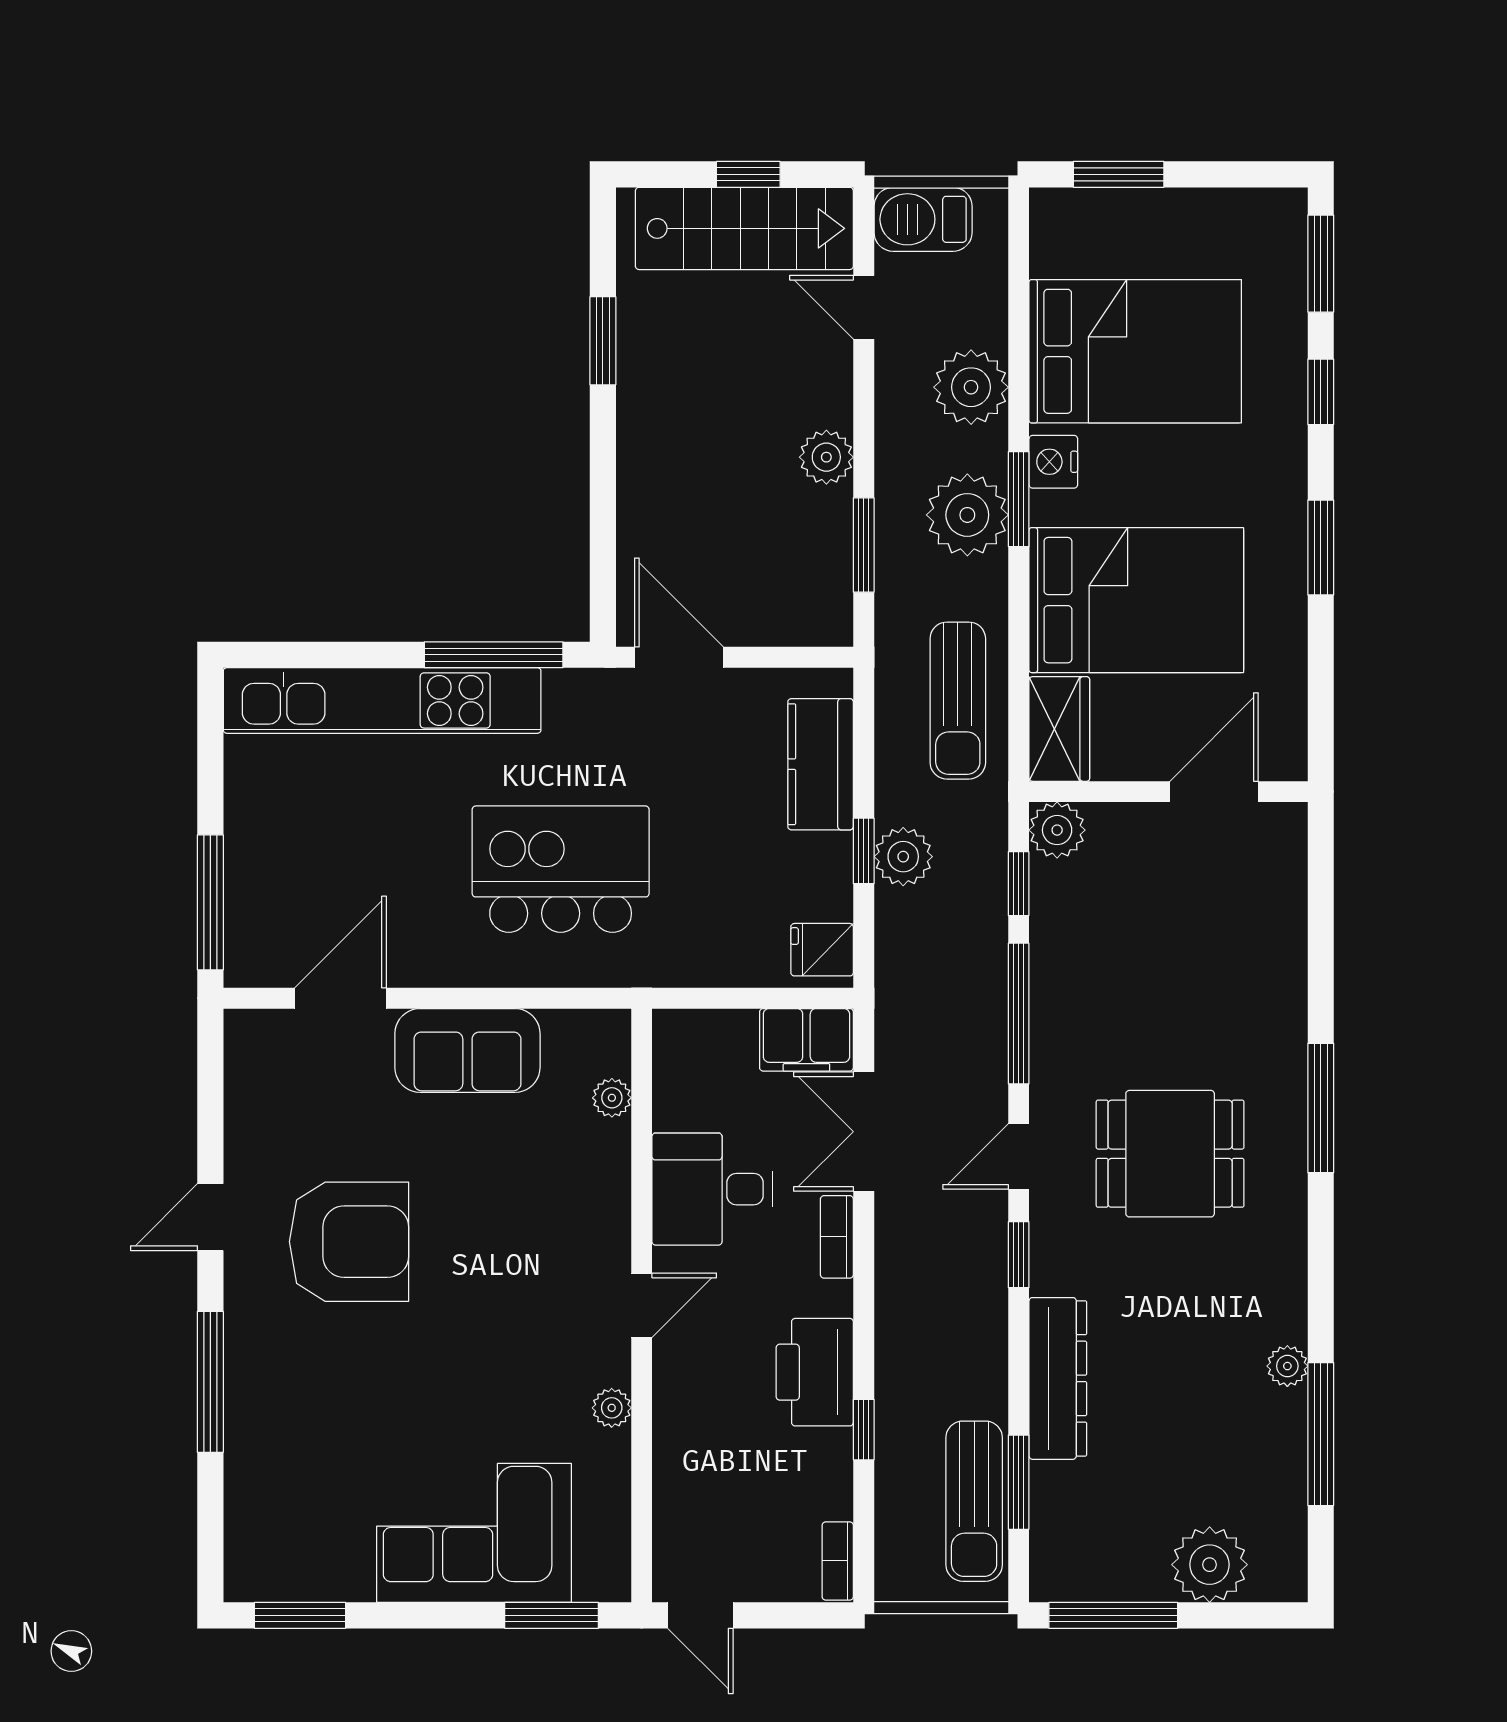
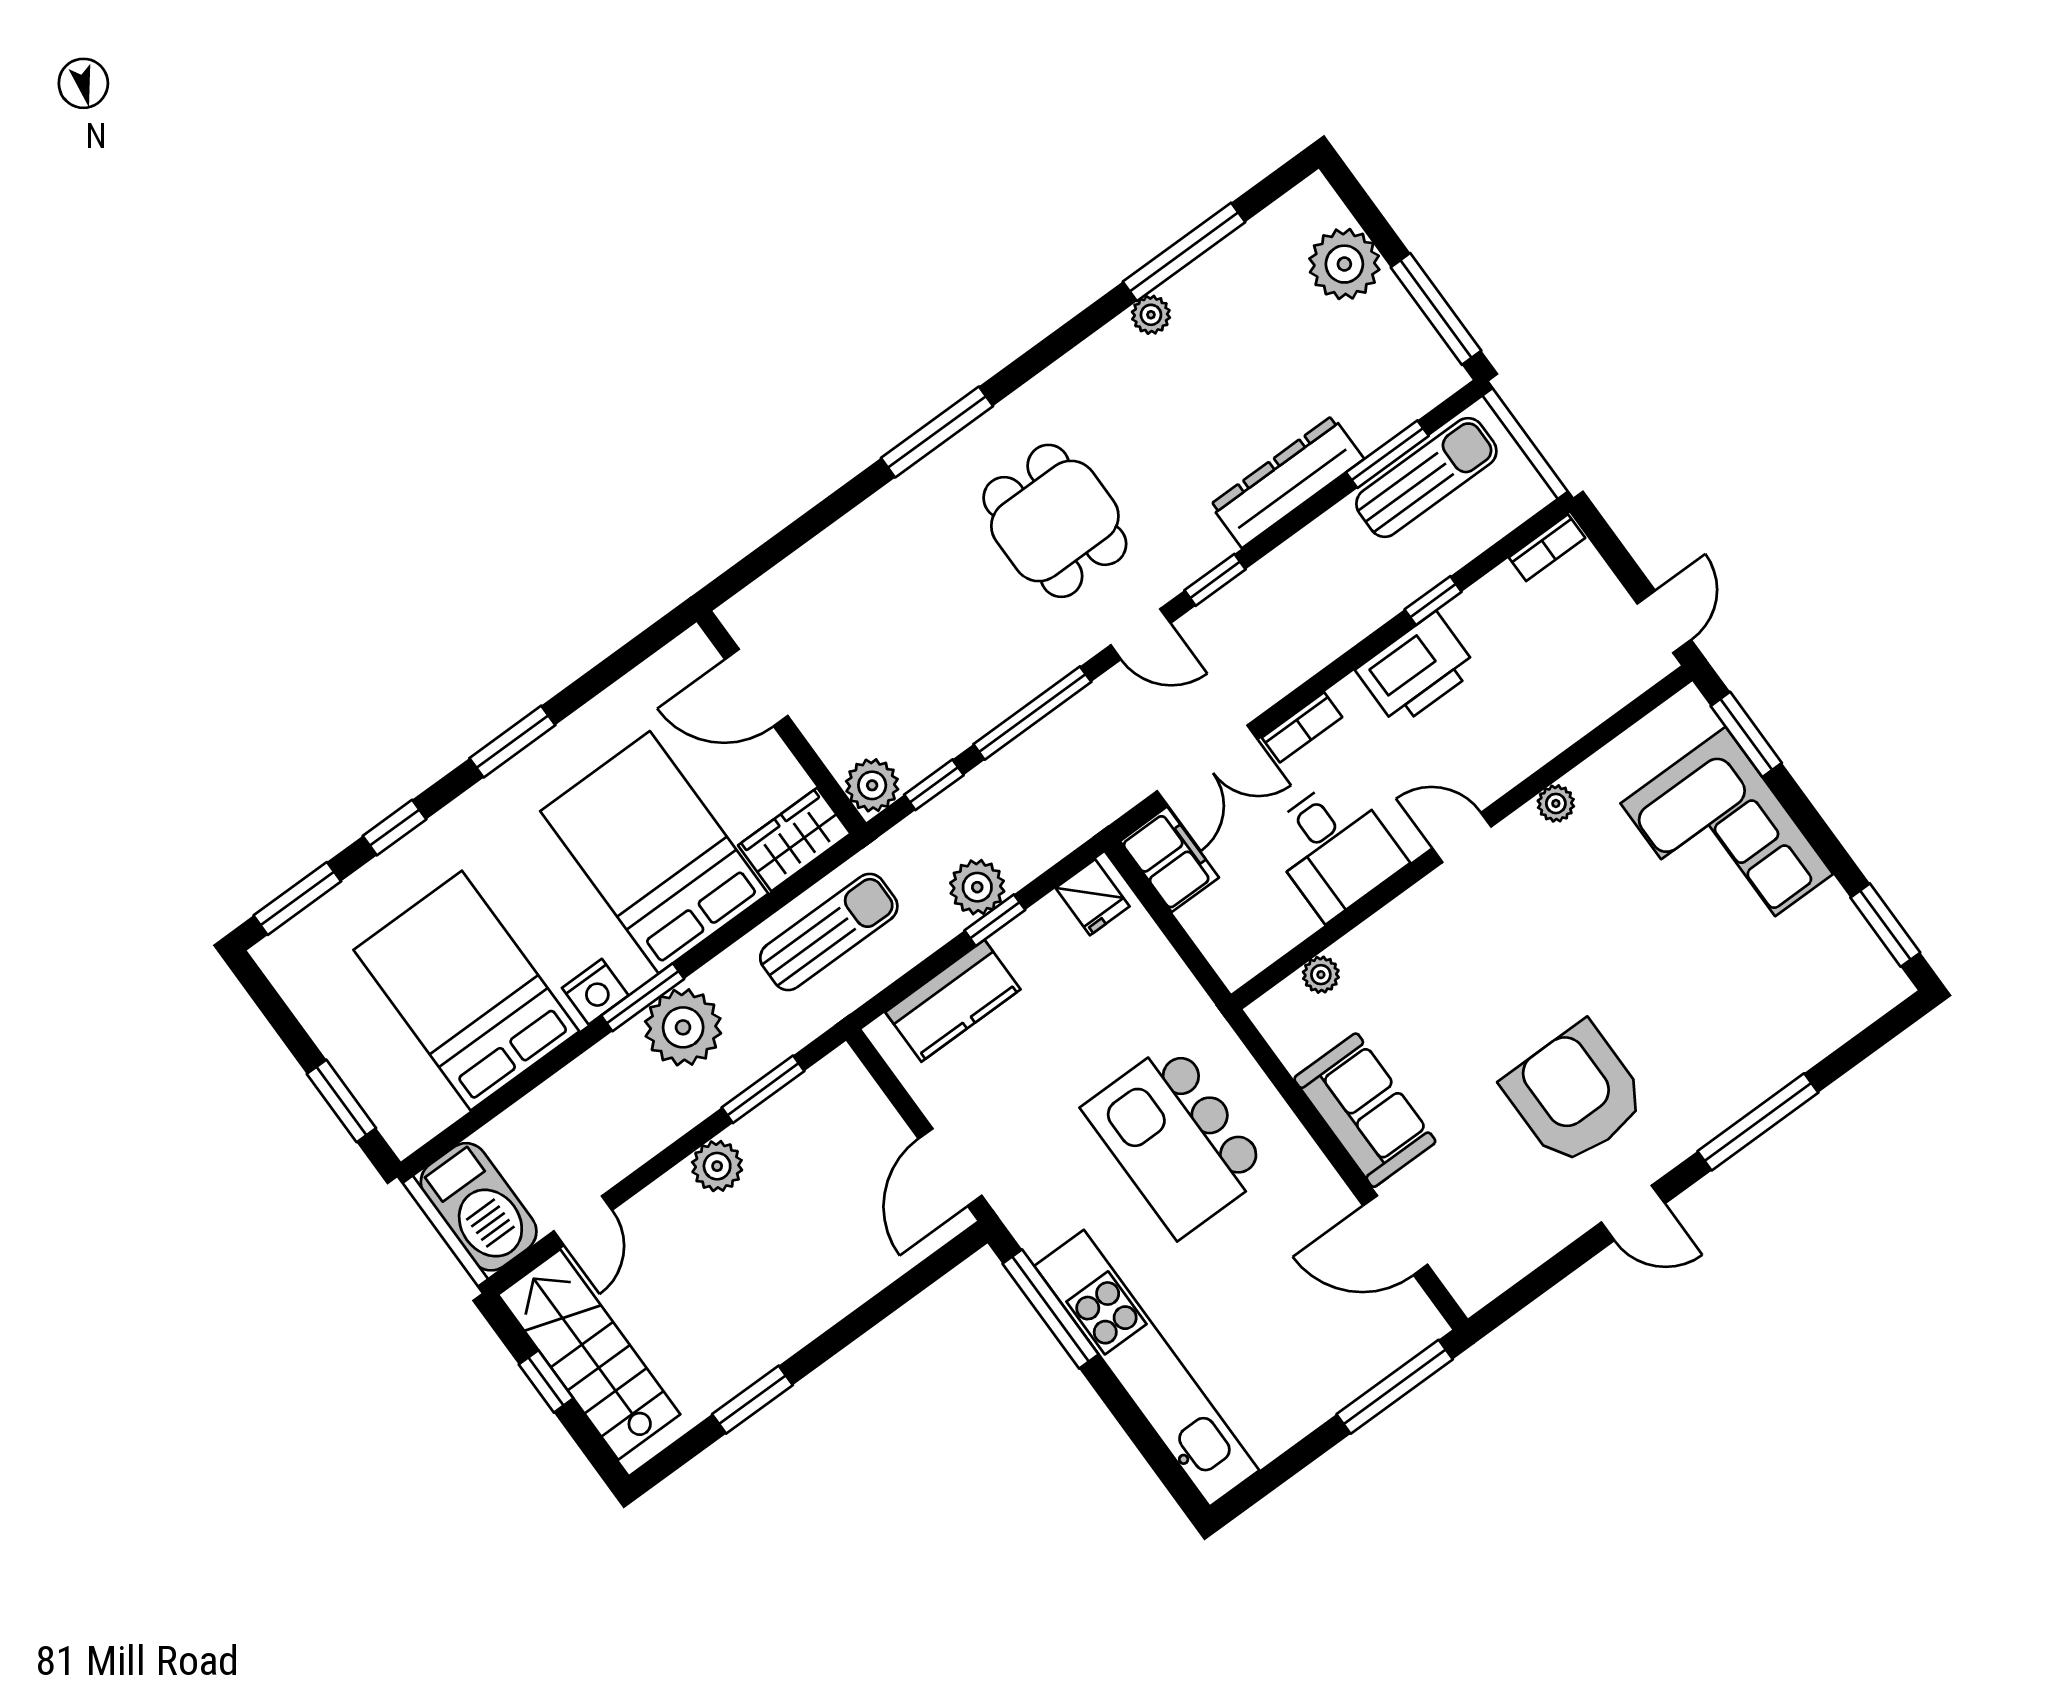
barbecue: (923, 219) -> (479, 1207), width x1.37, depth x1.21
plant: (971, 387) -> (584, 1095), removed

